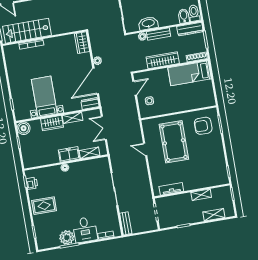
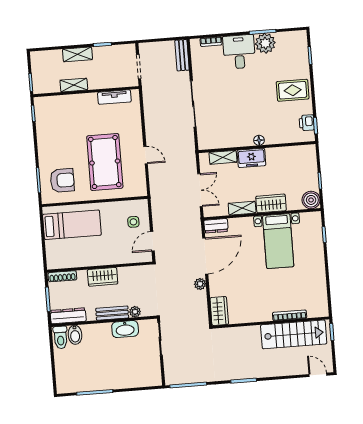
wardrobe: (163, 60) -> (103, 277), width x0.67
bed: (190, 73) -> (72, 225), moved
shelving: (214, 215) -> (77, 54), moved

